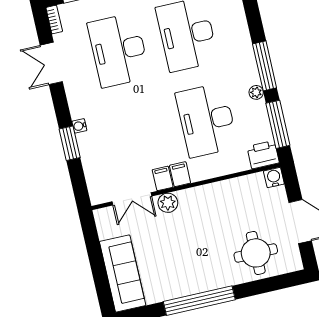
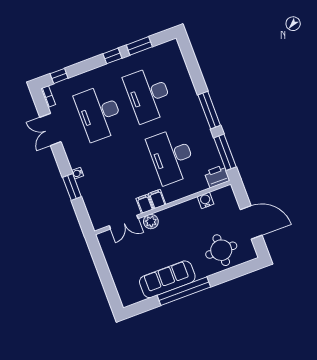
plant: (256, 92) -> (206, 131), removed
water cooler: (274, 177) -> (206, 200), moved
sofa: (123, 274) -> (167, 279), moved, turned -90

